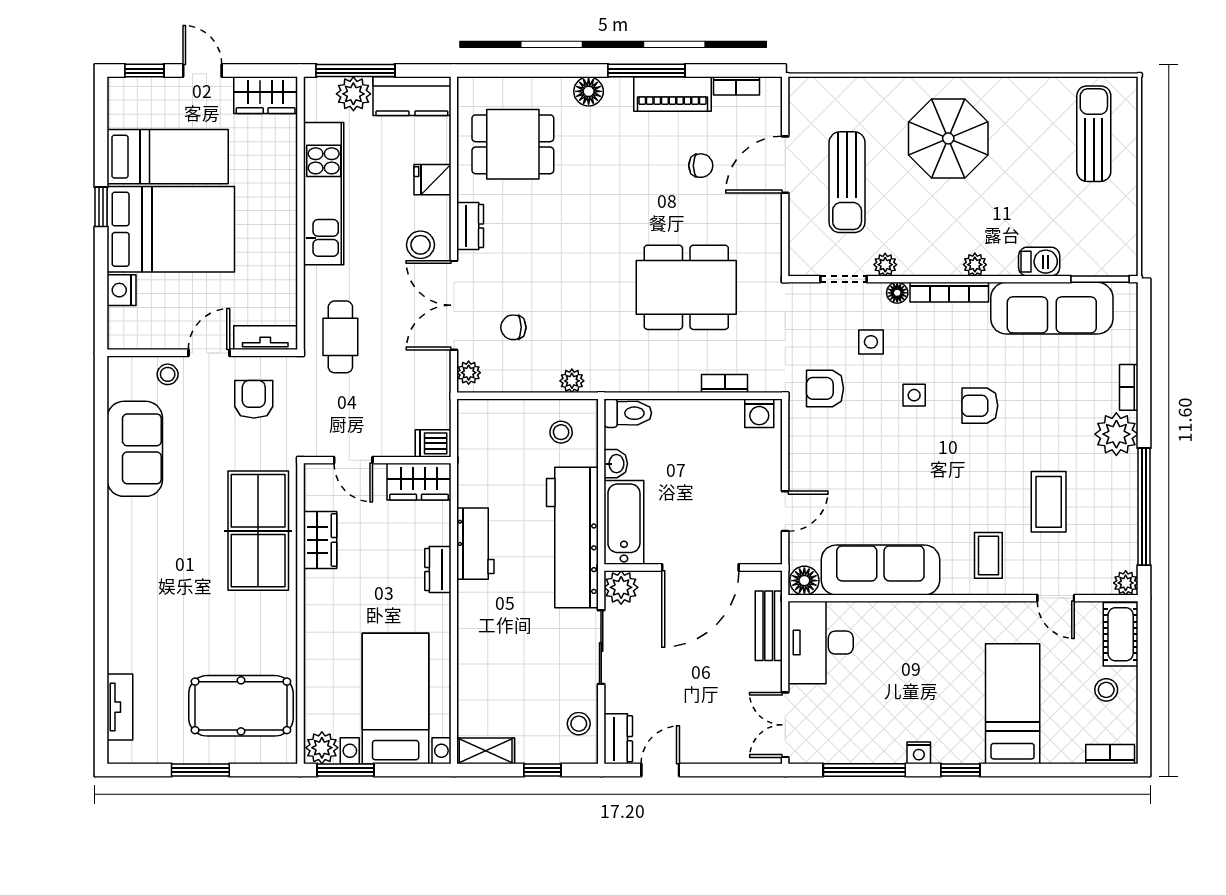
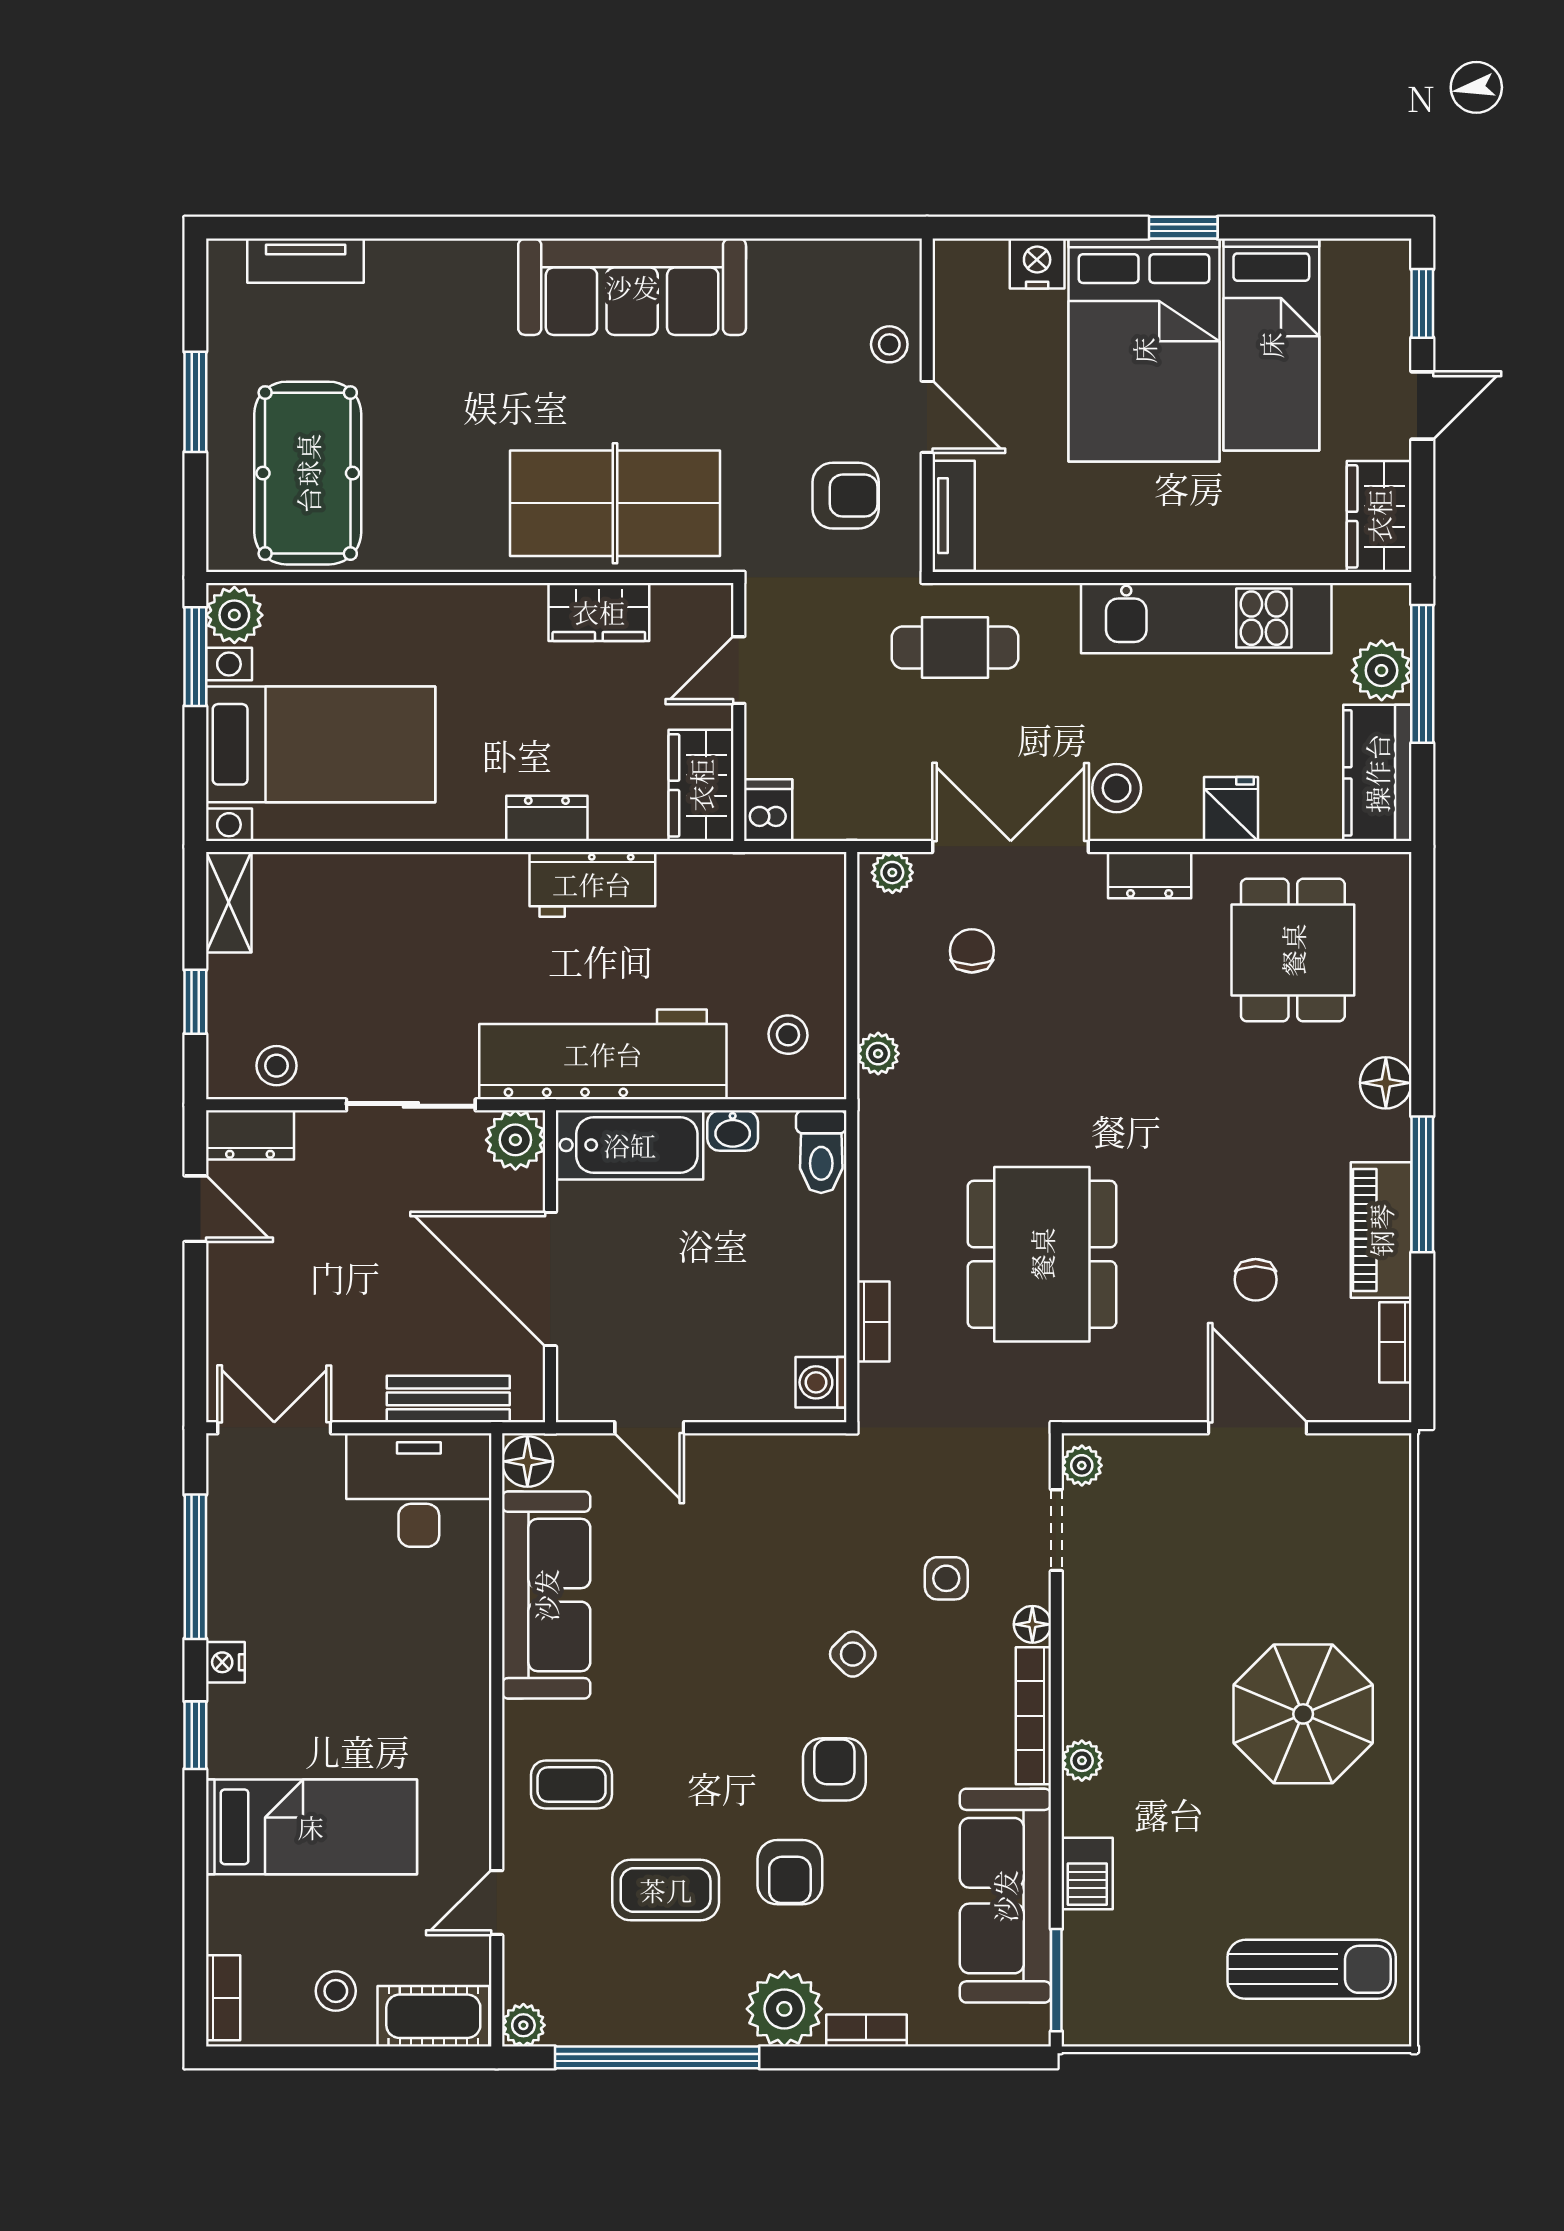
sun lounger: (847, 182) -> (1226, 1536), removed
plant: (885, 265) -> (1082, 1465), moved
armchair: (825, 388) -> (790, 1872), moved, turned 180
side table: (914, 395) -> (853, 1654), turned 45
sofa: (135, 449) -> (632, 287), moved, width x1.36

